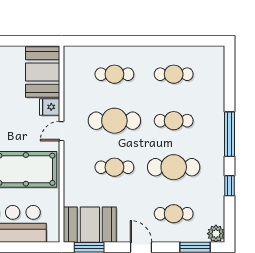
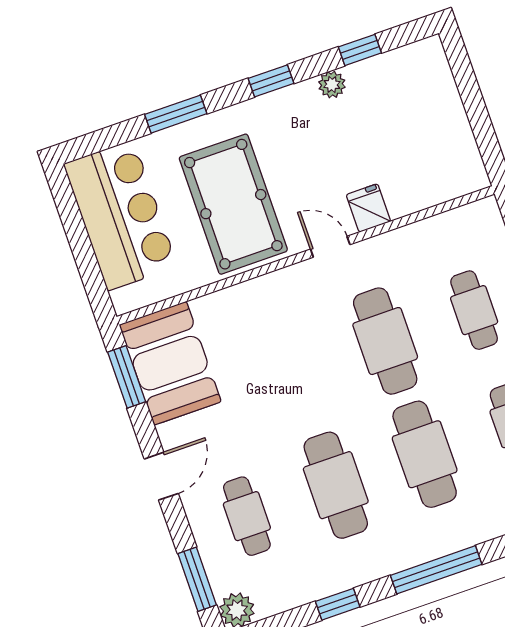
booth: (43, 72) -> (430, 171), removed
cafe table: (174, 121) -> (425, 454), width x1.37, depth x1.35
cafe table: (114, 167) -> (296, 372), removed

